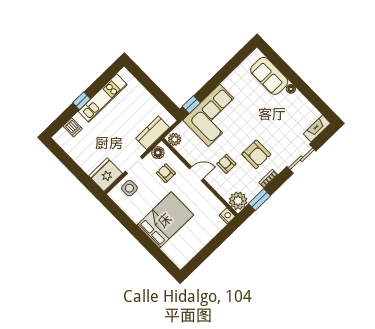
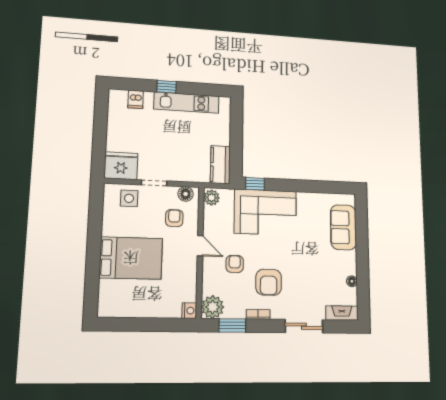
floor lamp: (291, 89) -> (352, 281), moved
kitchen counter: (153, 133) -> (220, 165), moved, turned -90

